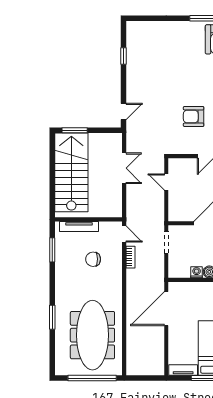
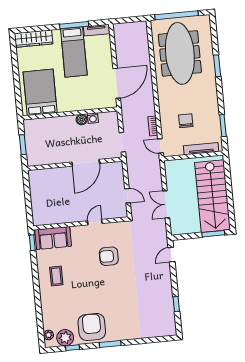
armchair: (194, 116) -> (109, 256), turned 180
chair: (93, 259) -> (186, 121), turned -90

